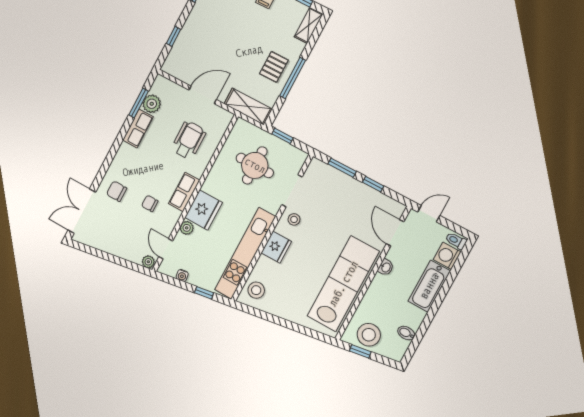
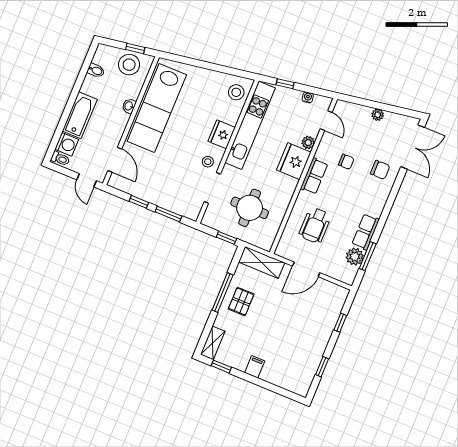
door: (429, 214) -> (87, 180), hinge flipped
plant: (148, 262) -> (378, 115), moved
washbasin: (386, 267) -> (129, 106), moved

